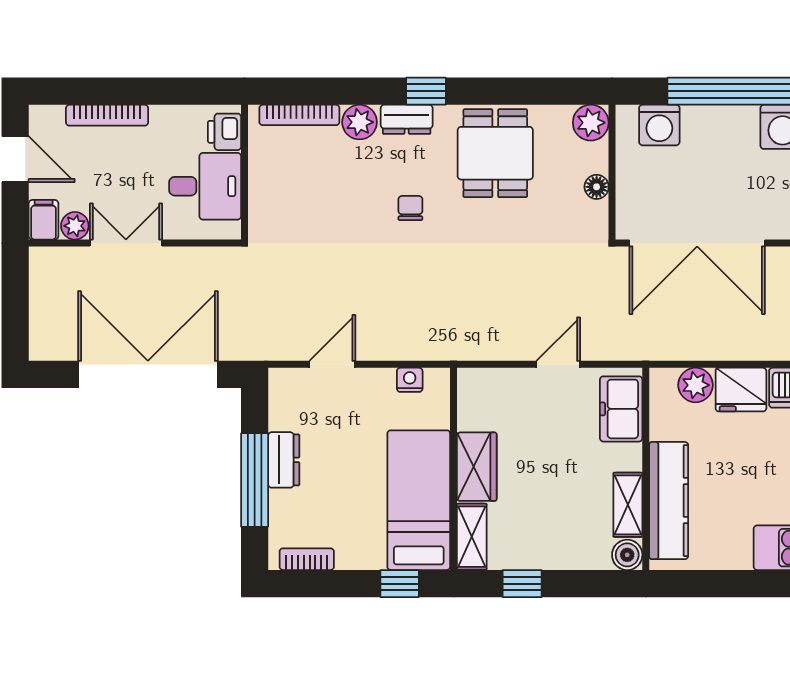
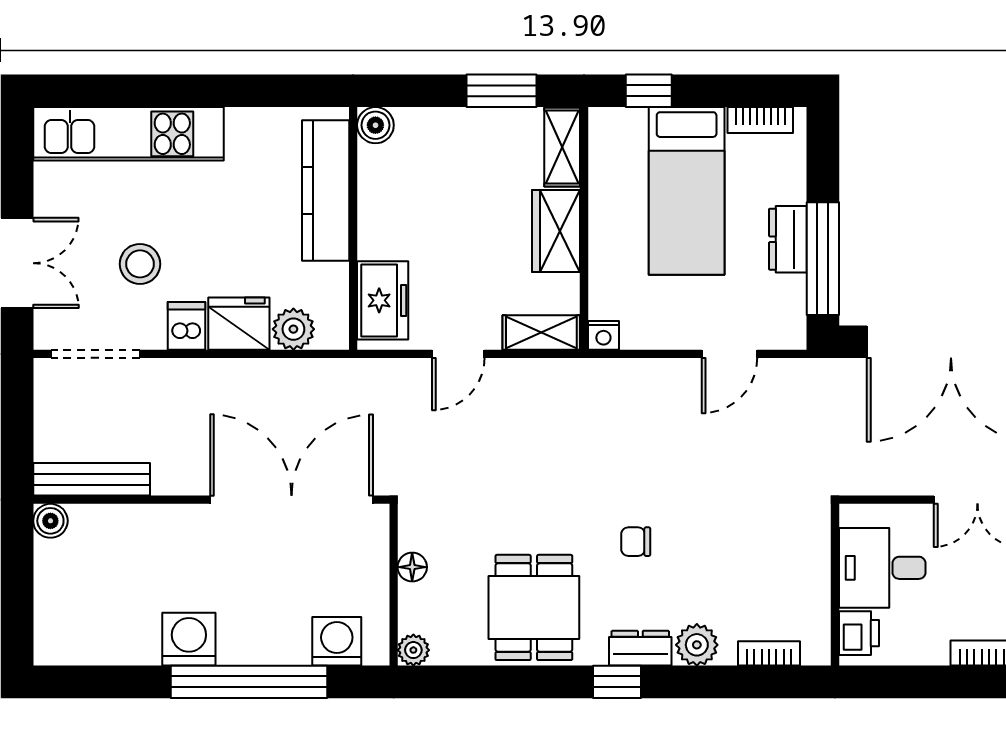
bookcase: (299, 115) -> (769, 653), width x0.64
plant: (591, 123) -> (413, 650), width x0.73, depth x0.73
chair: (410, 208) -> (636, 542), turned 90
nightstand: (410, 380) -> (603, 335), moved
window: (255, 480) -> (823, 259), moved
bed: (419, 500) -> (687, 191), moved
shelving: (628, 505) -> (541, 333), moved, turned 90
window: (522, 584) -> (502, 91), width x1.50

